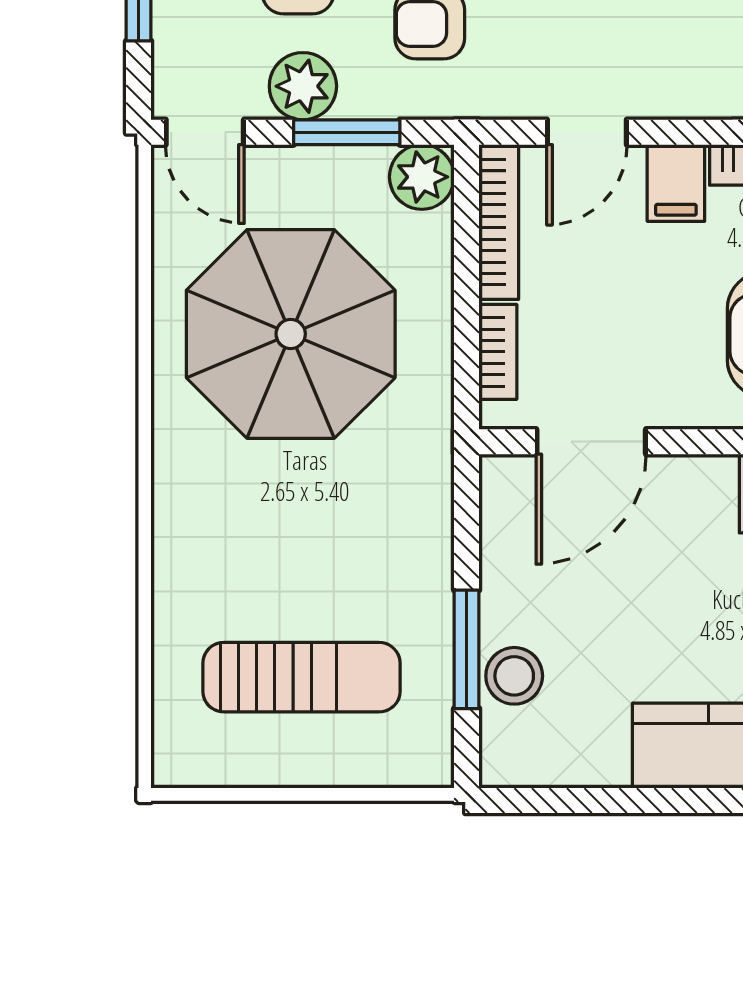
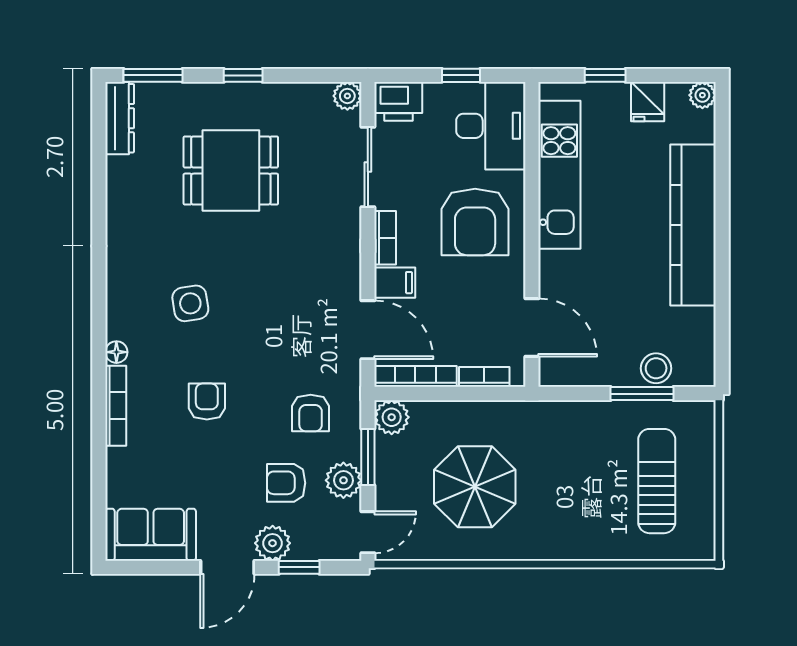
door: (587, 132) -> (368, 330), width x1.38
parasol: (291, 334) -> (475, 487), width x0.73, depth x0.73

